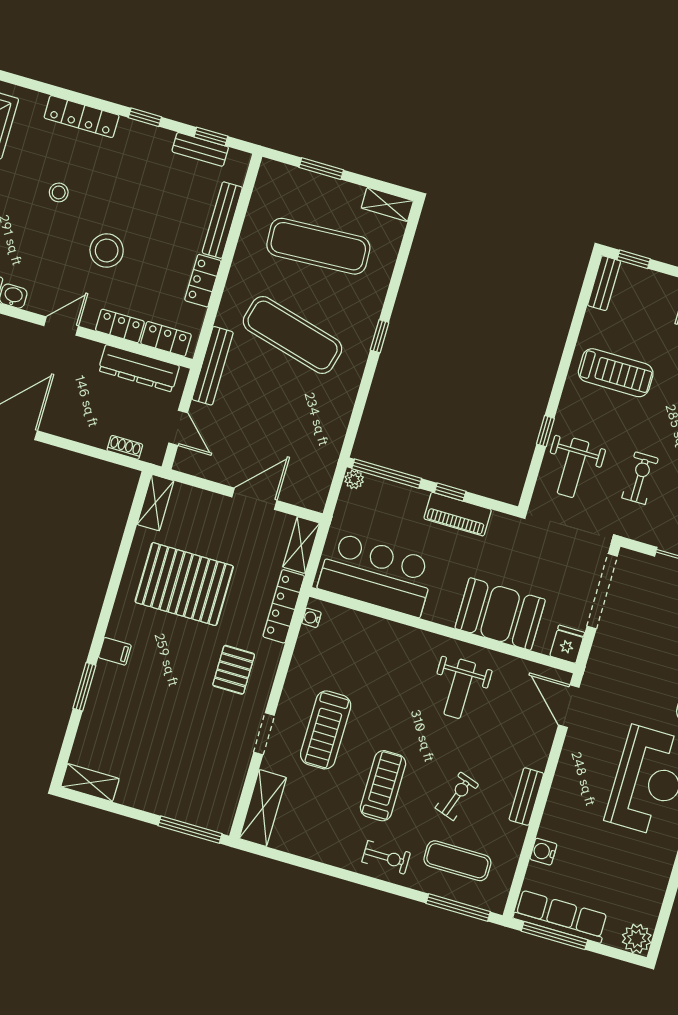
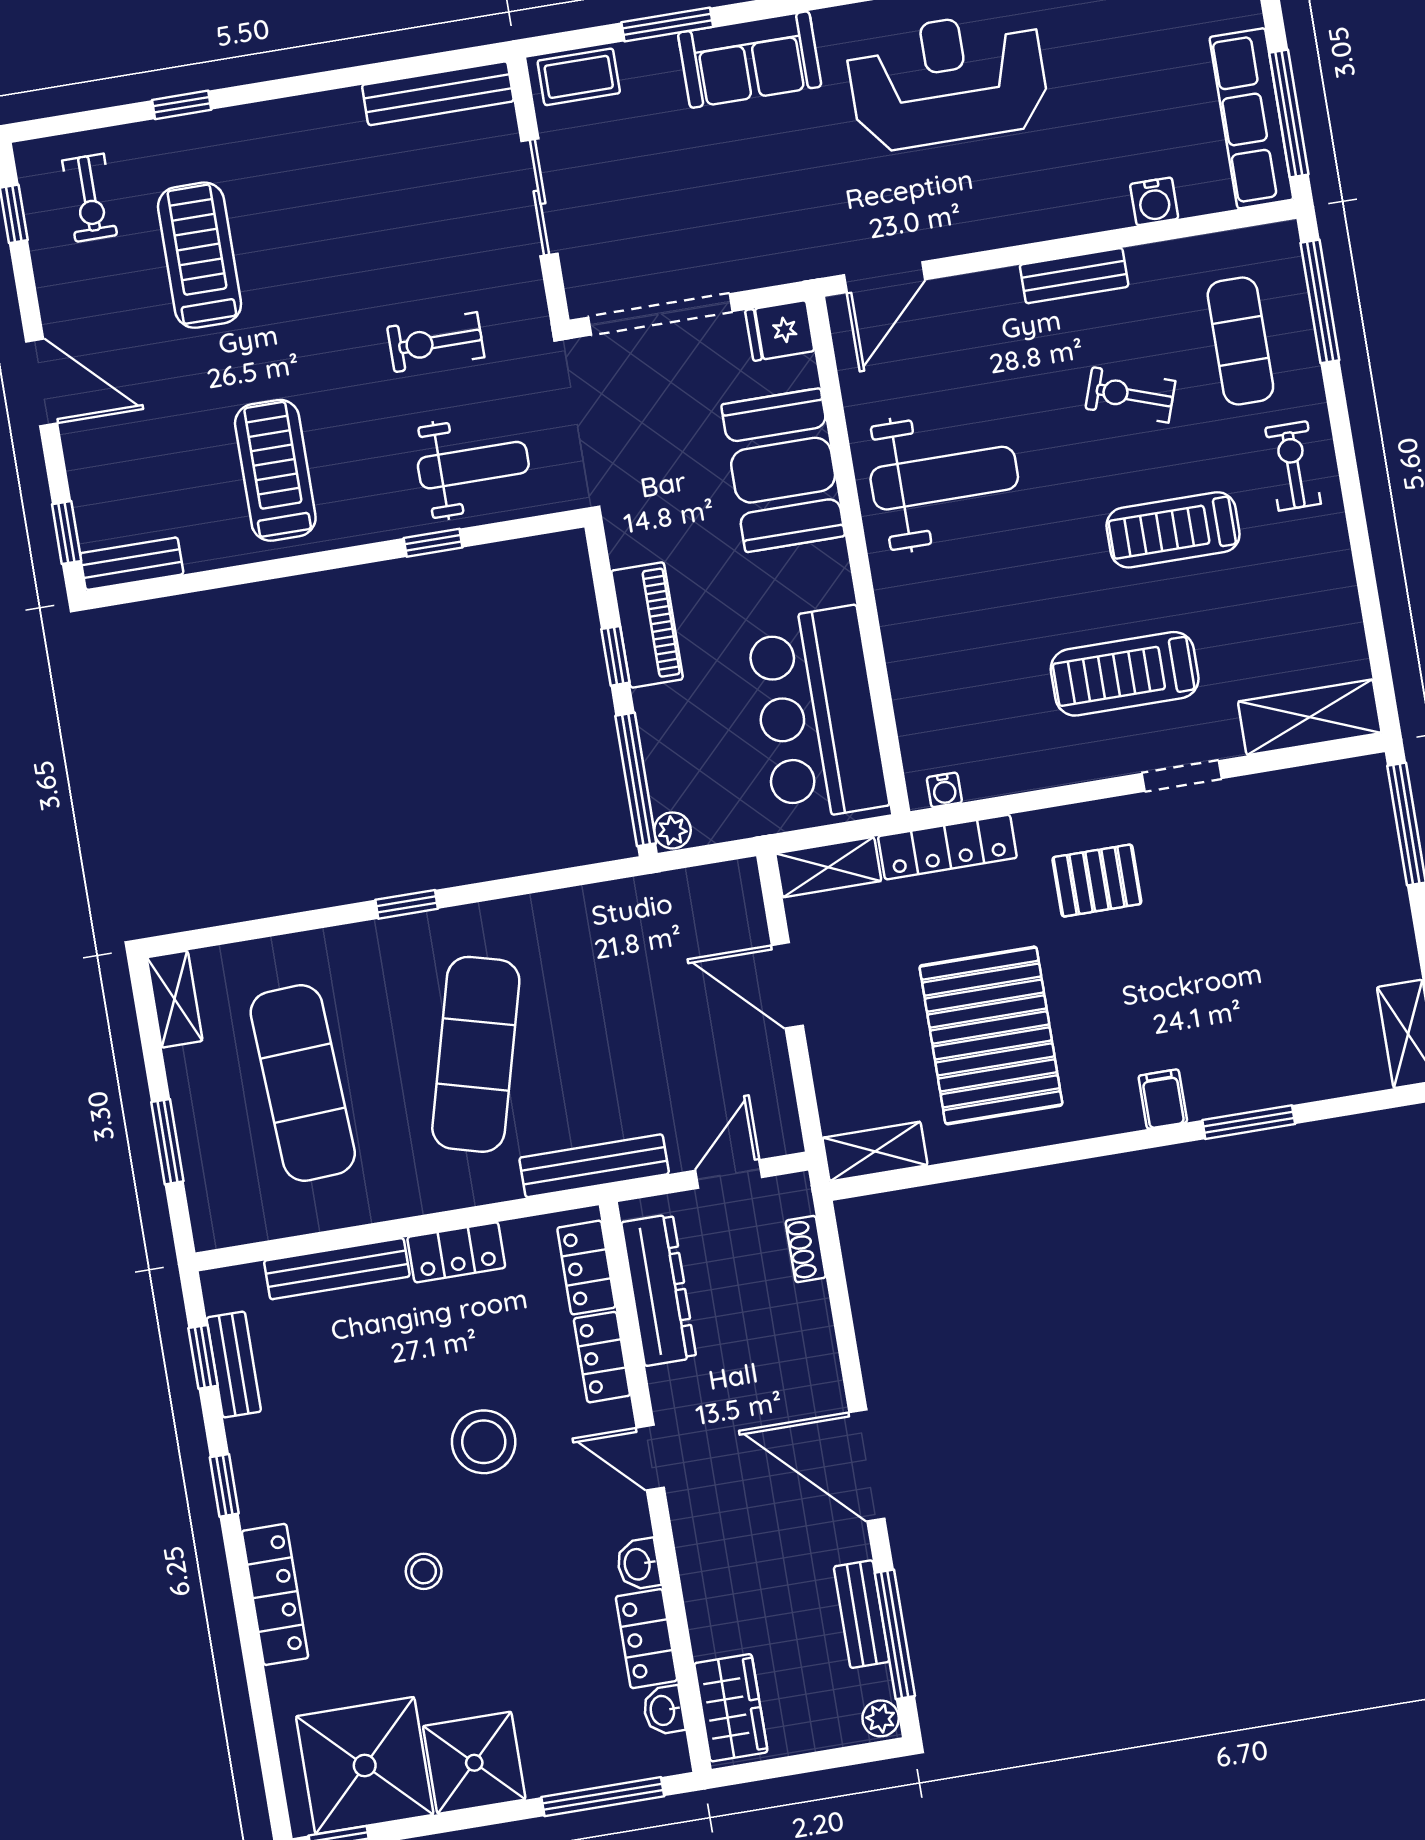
weight bench: (460, 689) -> (944, 478), width x1.36, depth x1.33
treadmill: (326, 730) -> (1125, 674), turned 180

